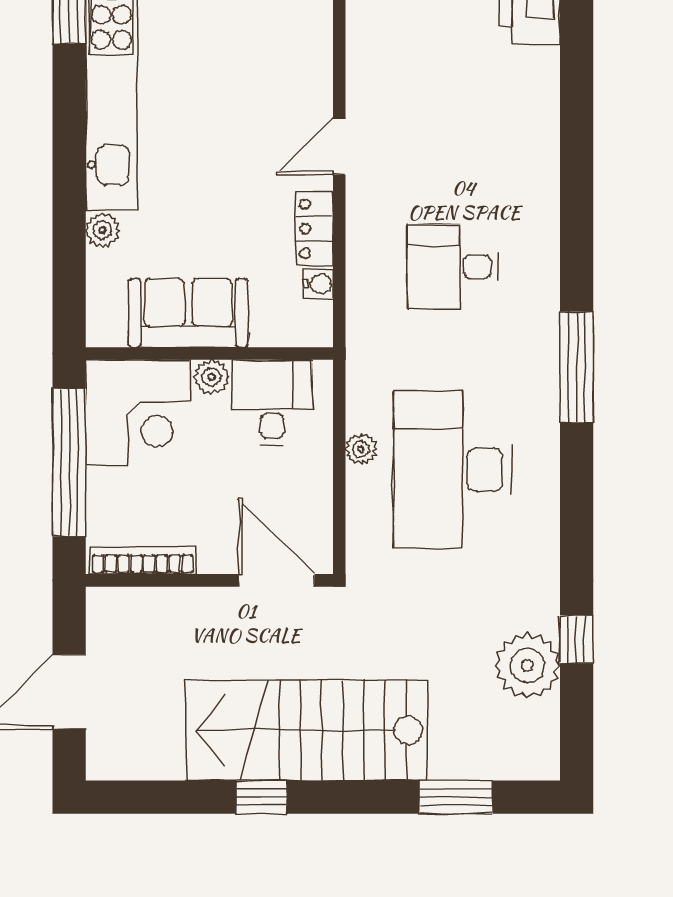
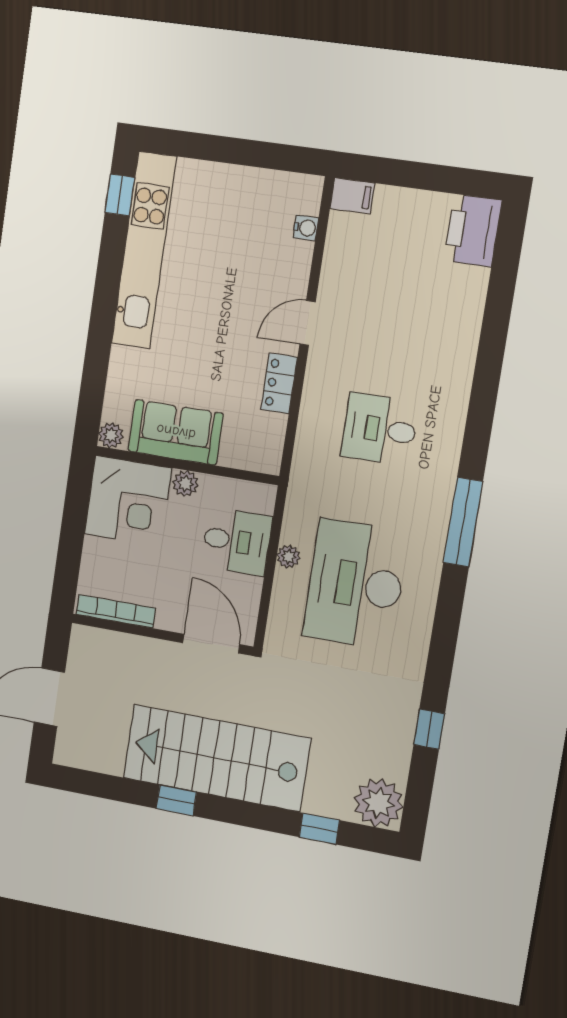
plant: (102, 230) -> (111, 435), moved
water cooler: (318, 284) -> (306, 228), moved
desk: (272, 403) -> (237, 541), moved, turned 90
window: (69, 462) -> (73, 529), removed
plant: (527, 666) -> (379, 803), moved
window: (456, 797) -> (319, 829), width x0.67

